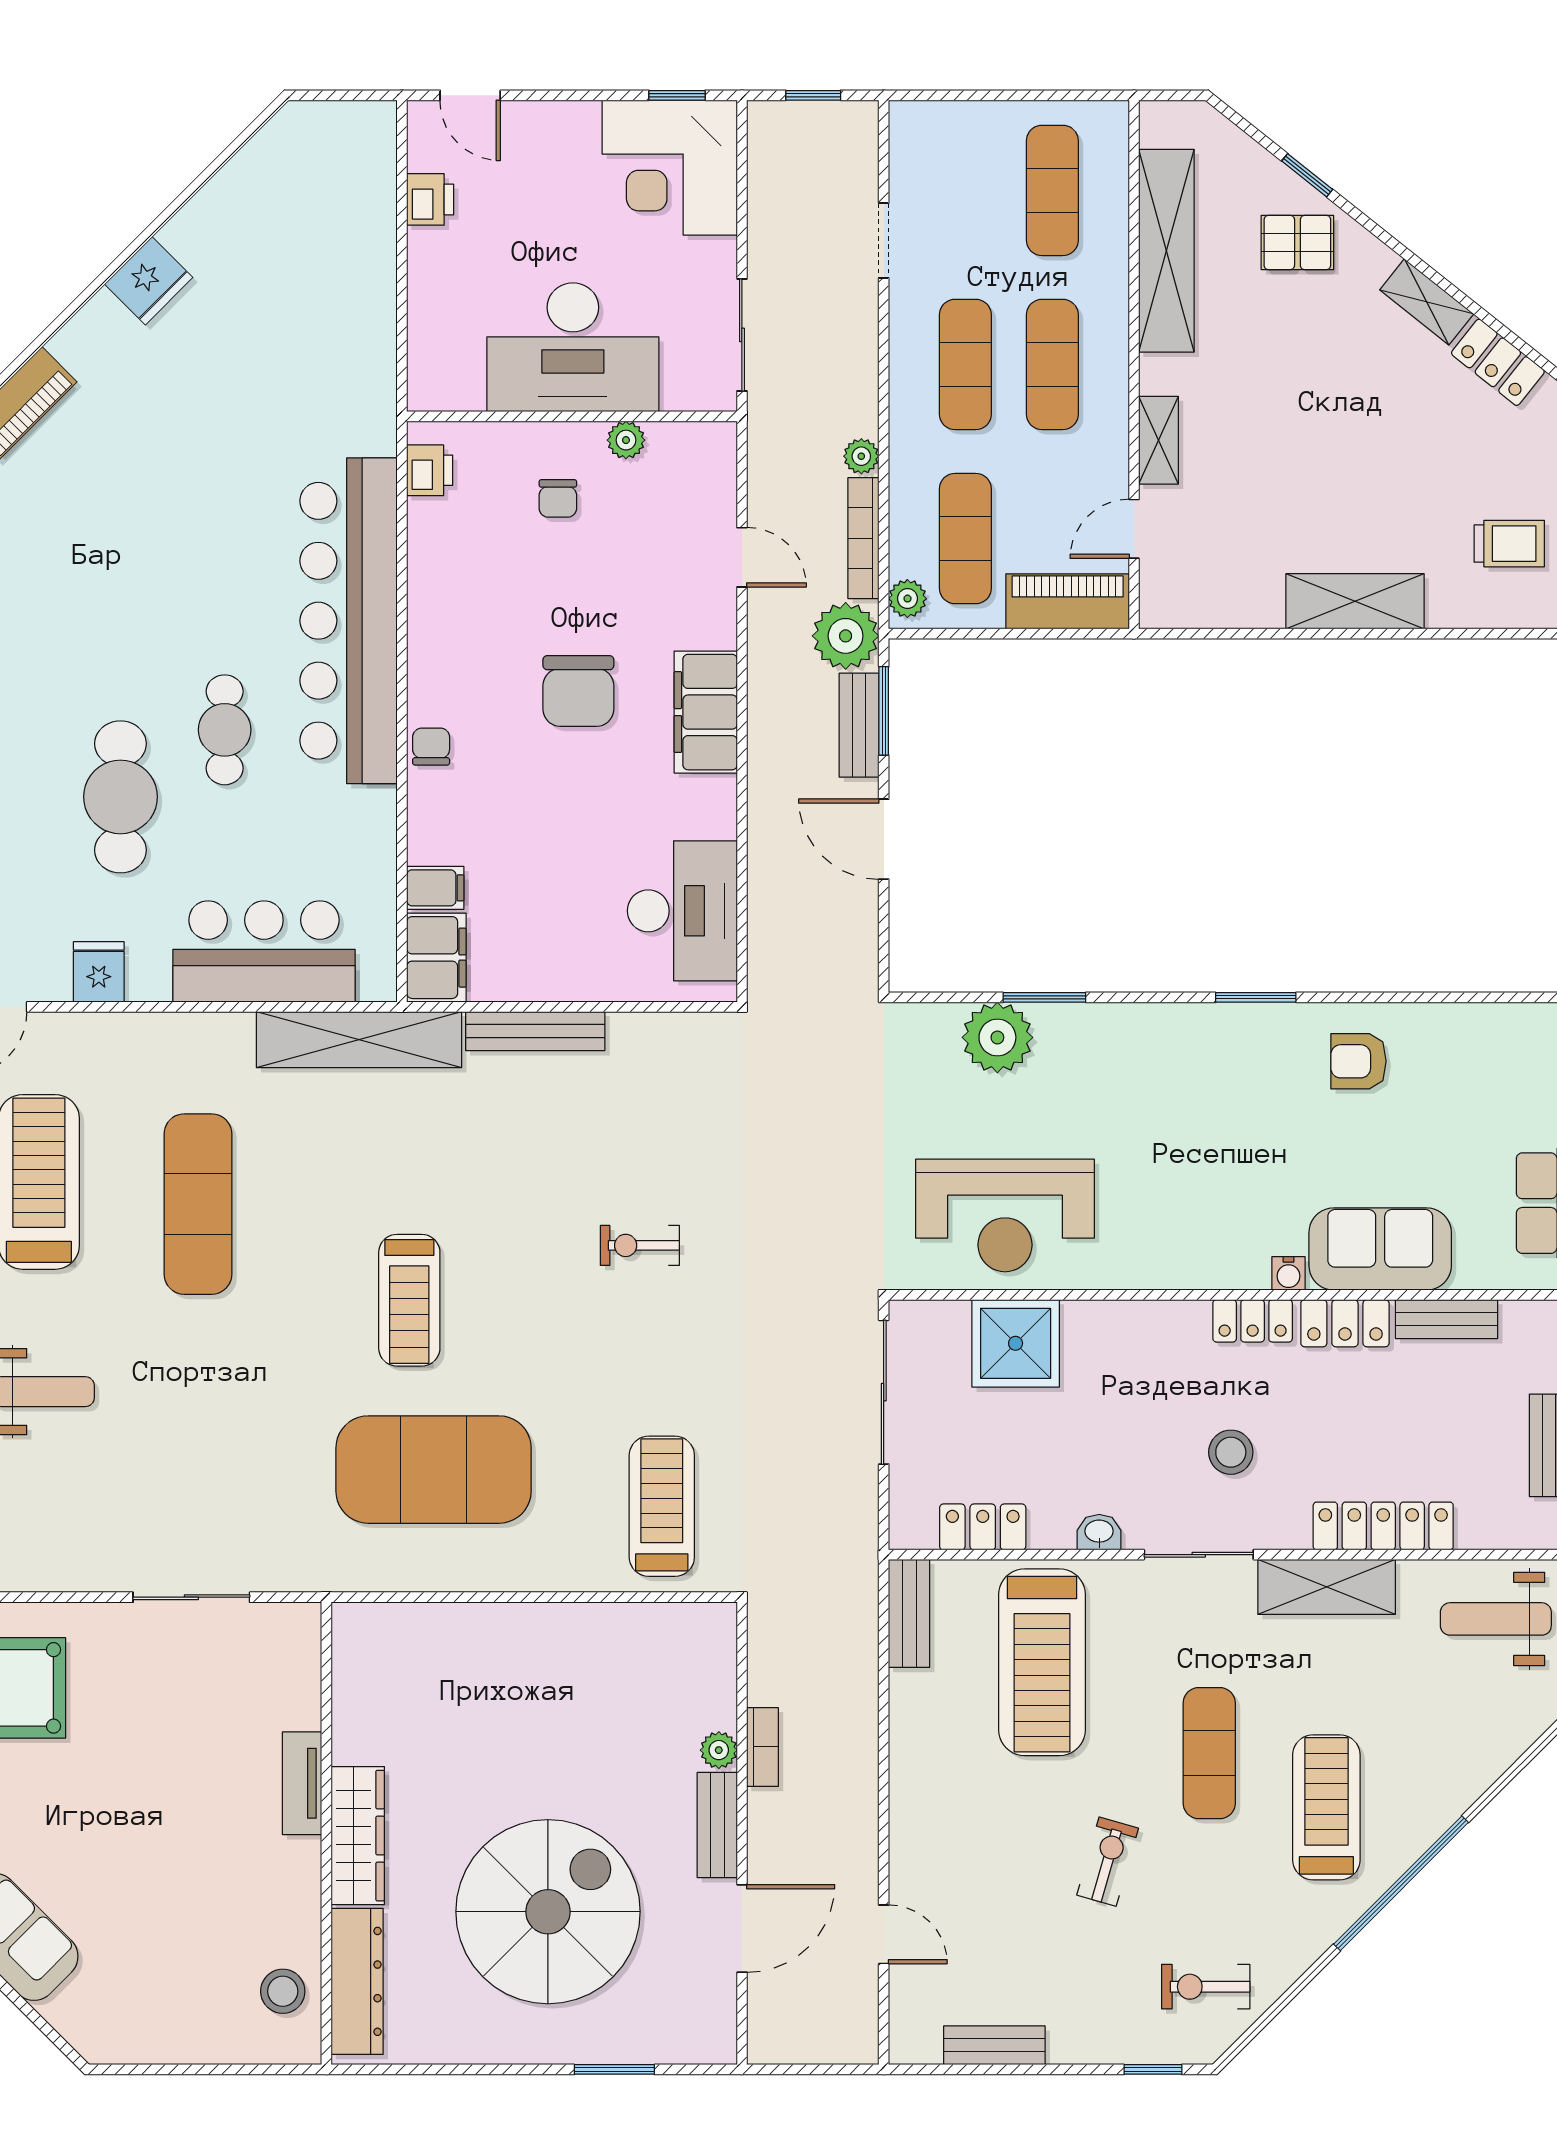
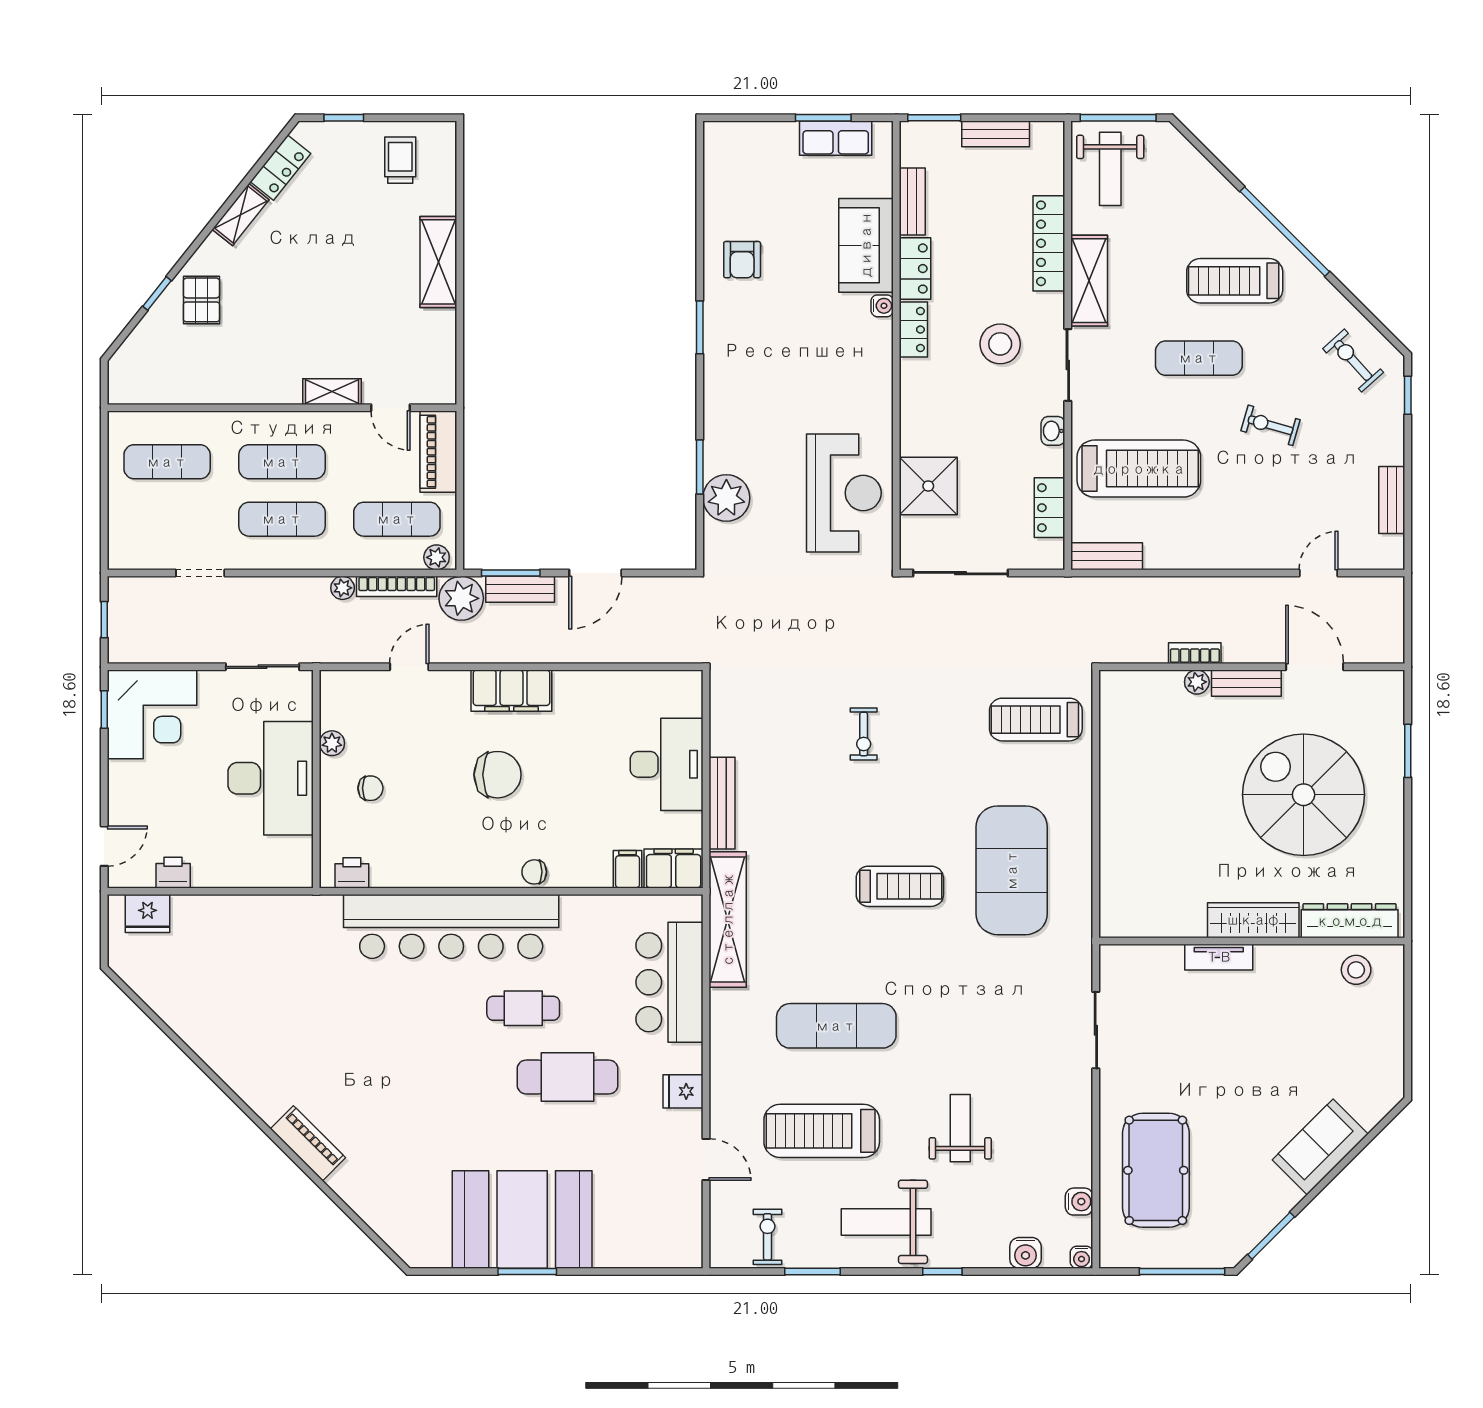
shelving: (1166, 251) -> (207, 386), removed
fridge: (149, 281) -> (148, 913), moved, turned 135
desk: (682, 911) -> (667, 764), moved, turned 90
stool: (1231, 1452) -> (1000, 344), width x1.38, depth x1.38
exercise bike: (1206, 1987) -> (1353, 360), turned 138

